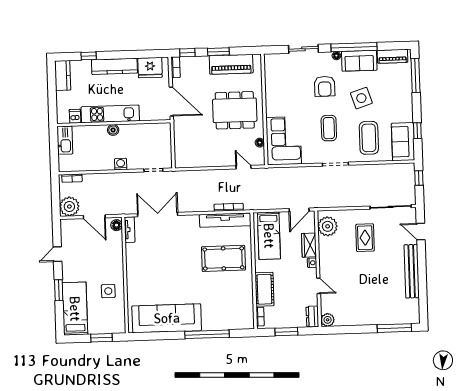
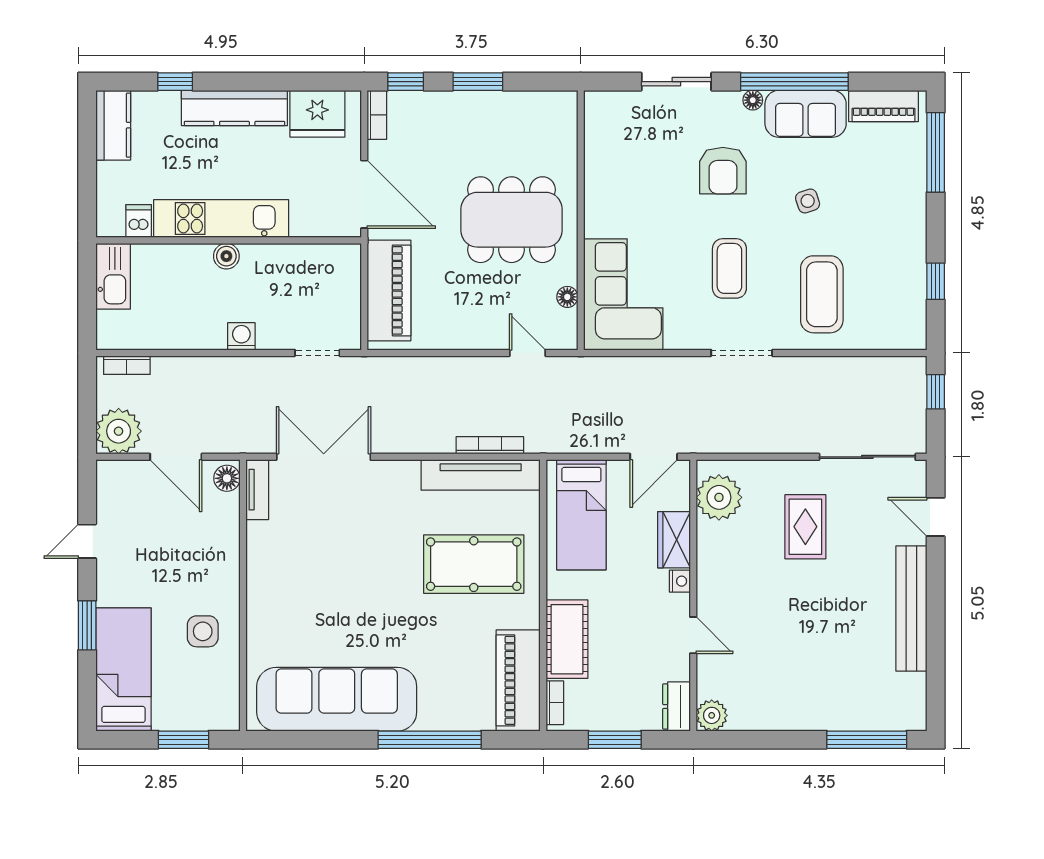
piano: (231, 64) -> (389, 290), moved, turned -90
side table: (361, 98) -> (808, 201), width x0.54, depth x0.54
sofa: (403, 142) -> (901, 306), removed
piano: (244, 308) -> (518, 680), added

